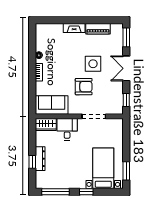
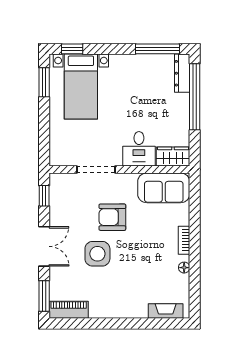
fireplace: (74, 28) -> (166, 311), moved
piano: (98, 29) -> (69, 310), moved
dresser: (40, 159) -> (182, 73), moved
window: (32, 162) -> (195, 97), width x3.17
window: (86, 192) -> (72, 49), moved

